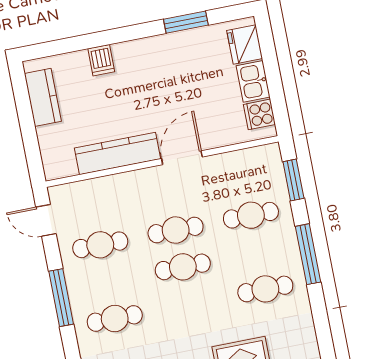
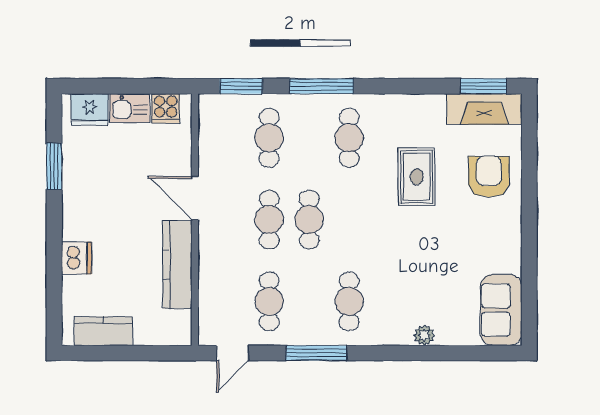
dishwasher: (101, 60) -> (77, 258), width x1.38

